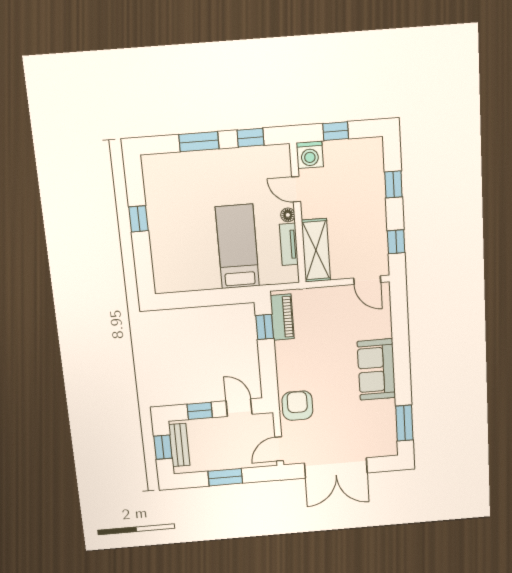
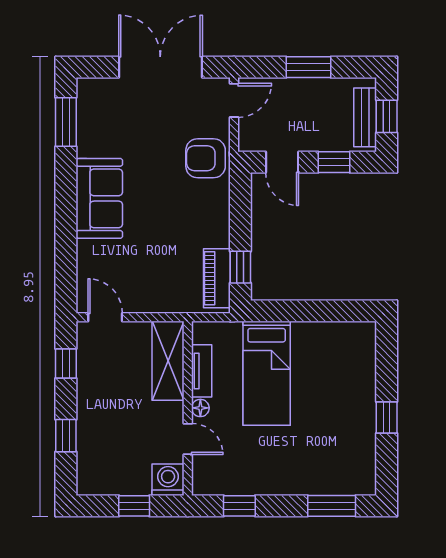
window: (199, 142) -> (332, 506), moved
armchair: (297, 406) -> (206, 158), turned 90

